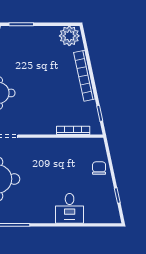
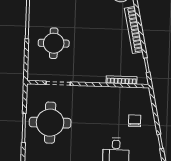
chair: (99, 168) -> (135, 121), moved

